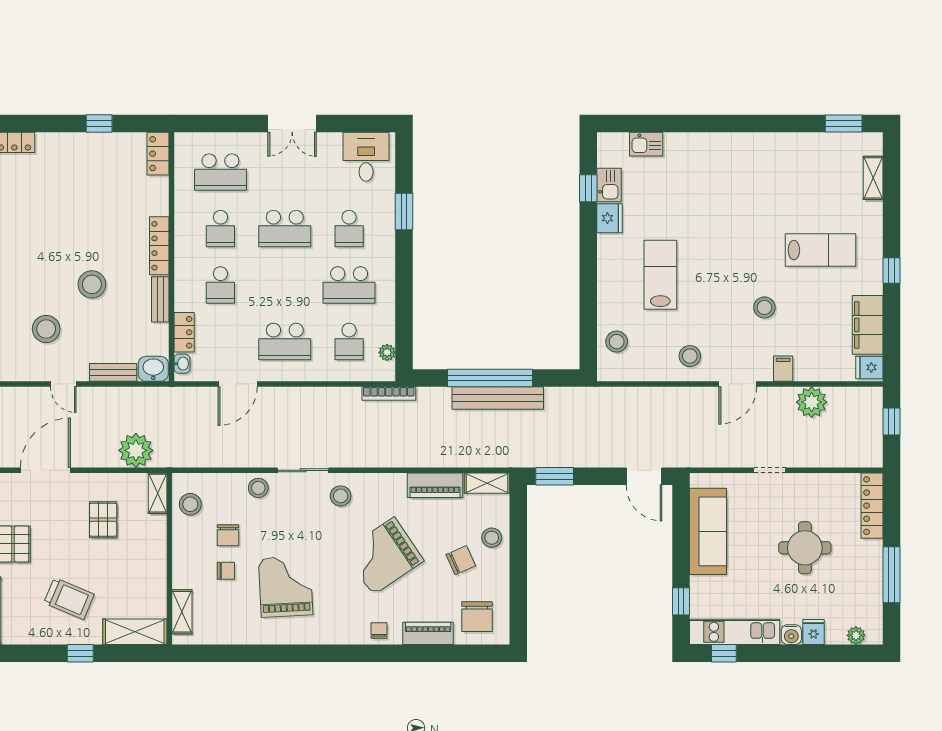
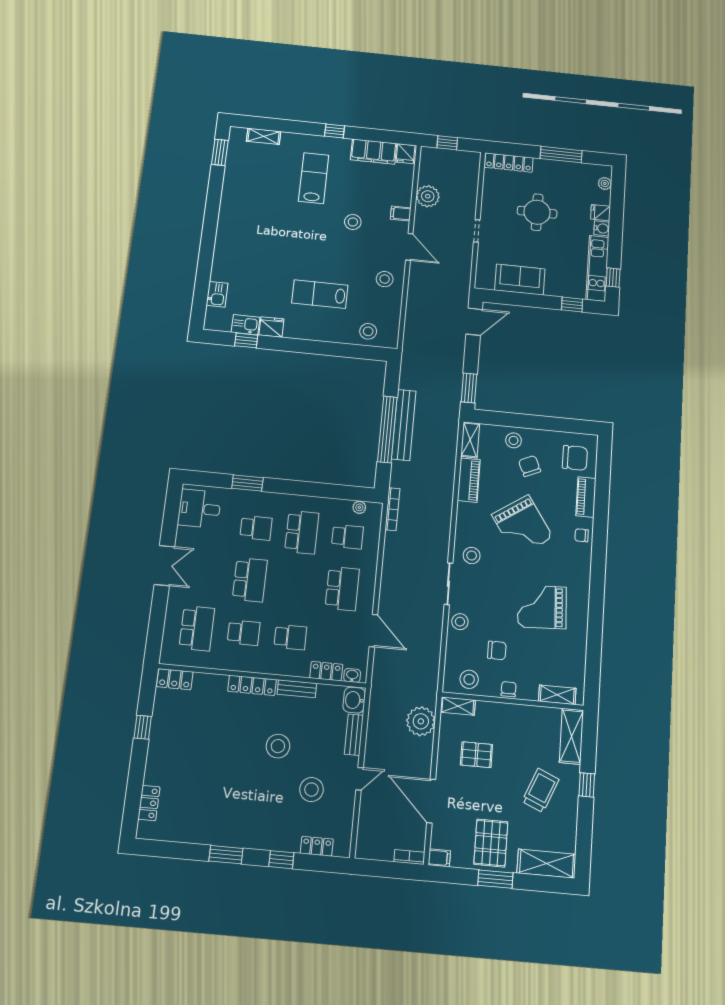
sofa: (708, 531) -> (520, 280), width x0.73
chair: (226, 571) -> (509, 689), moved

